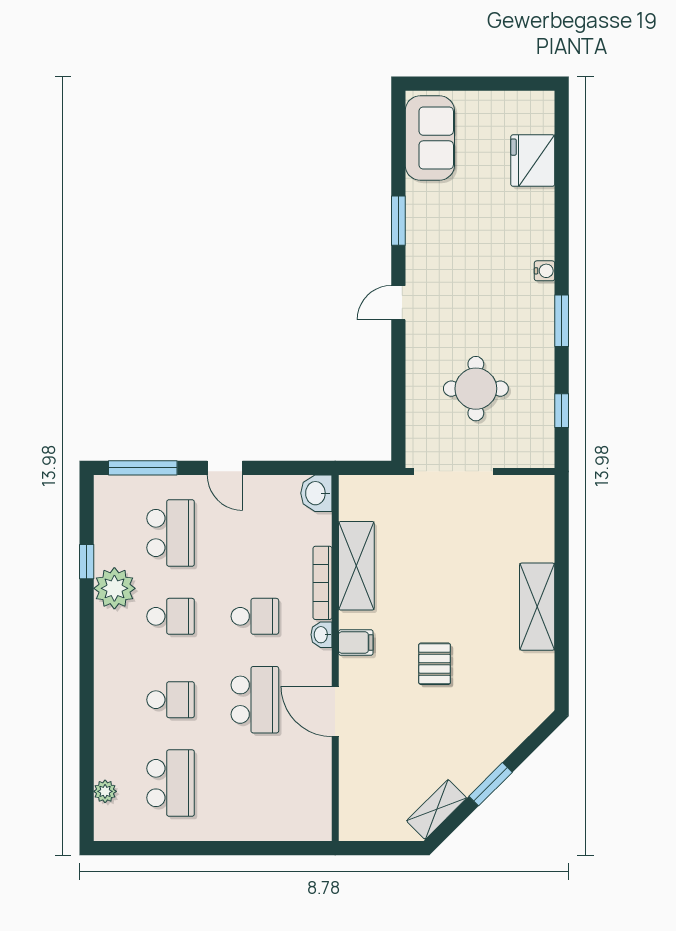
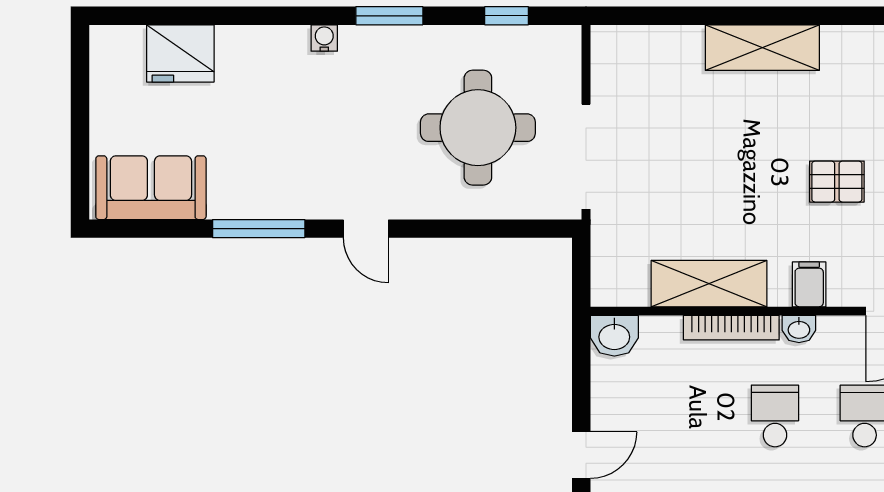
window: (398, 221) -> (259, 229), width x1.44
round table: (476, 389) -> (478, 128), width x1.36, depth x1.36

